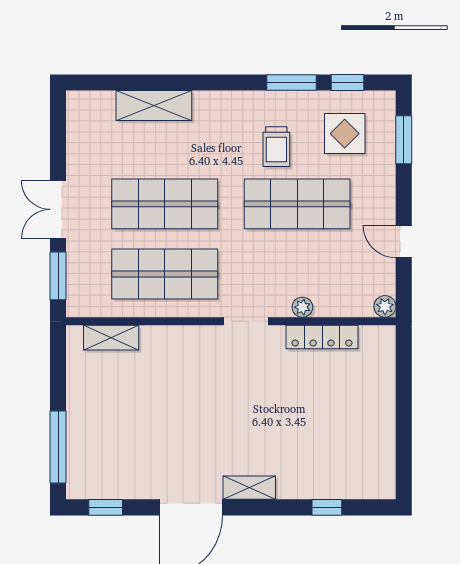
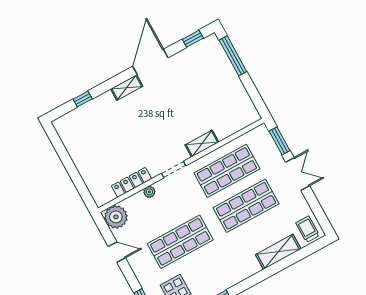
trolley: (276, 147) -> (308, 229), moved
plant: (385, 306) -> (116, 217), width x1.88, depth x1.88
shelving: (111, 338) -> (202, 143), moved

